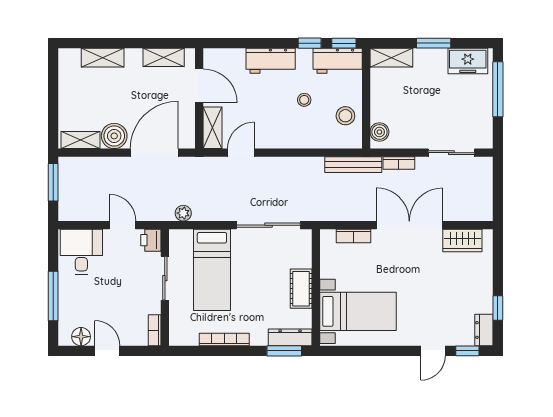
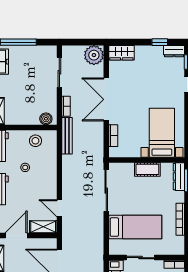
plant: (183, 213) -> (94, 55), moved, width x1.88, depth x1.88
wardrobe: (462, 240) -> (121, 53), moved, turned 90

